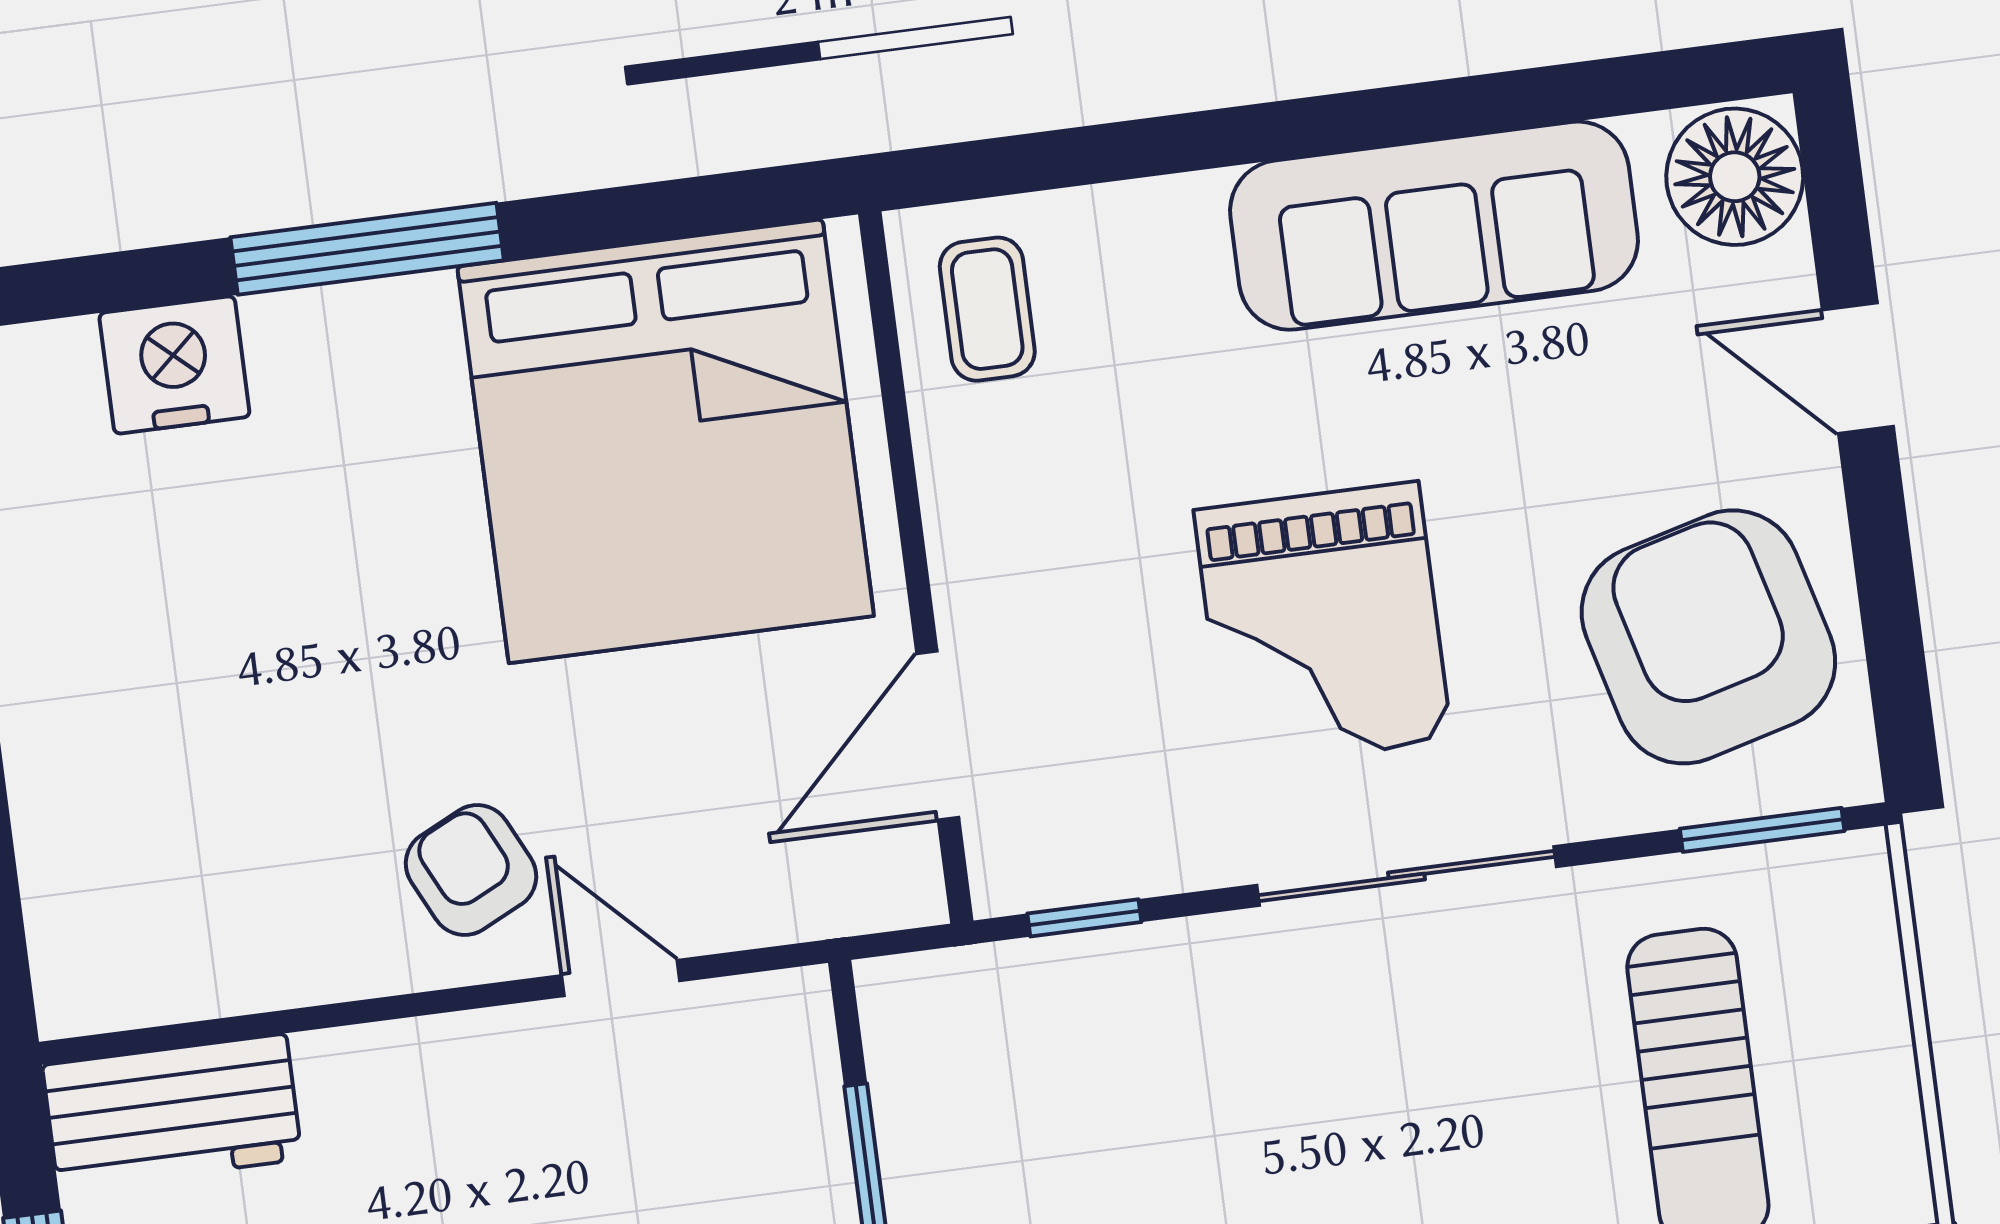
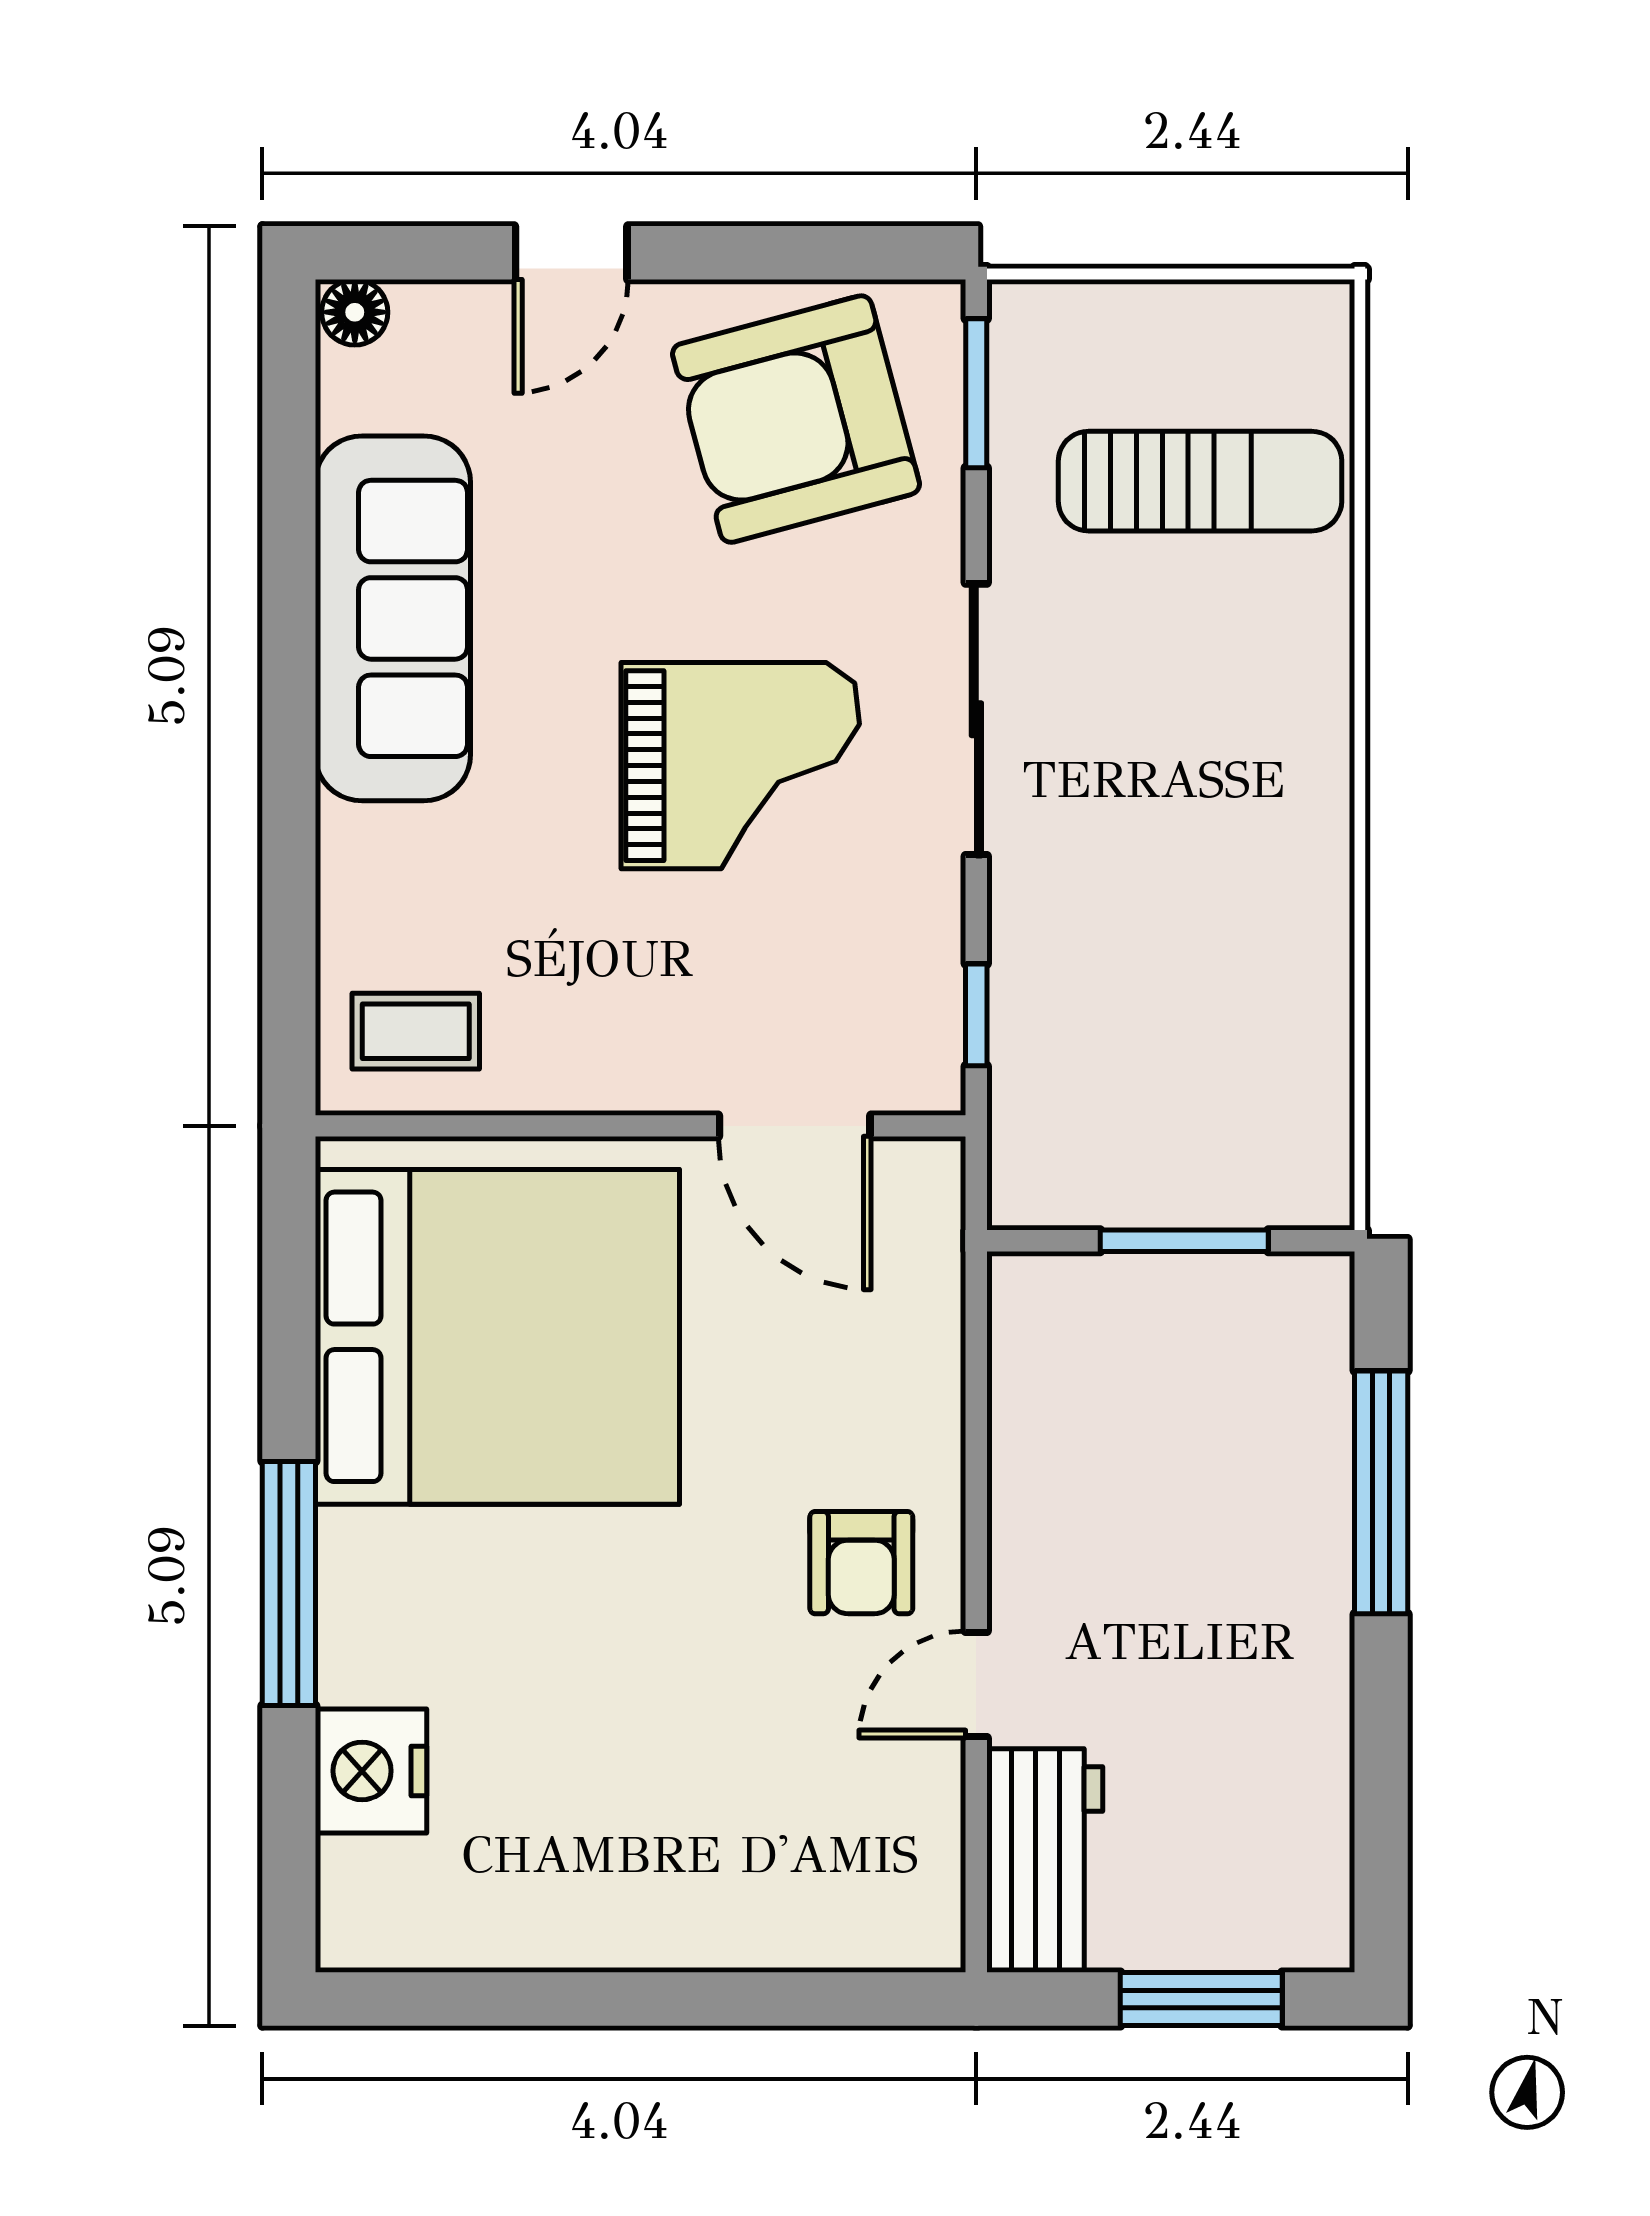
floor lamp: (1735, 177) -> (355, 312), width x0.53, depth x0.53
armchair: (471, 870) -> (861, 1563), turned -64
door: (621, 978) -> (976, 1685), moved

